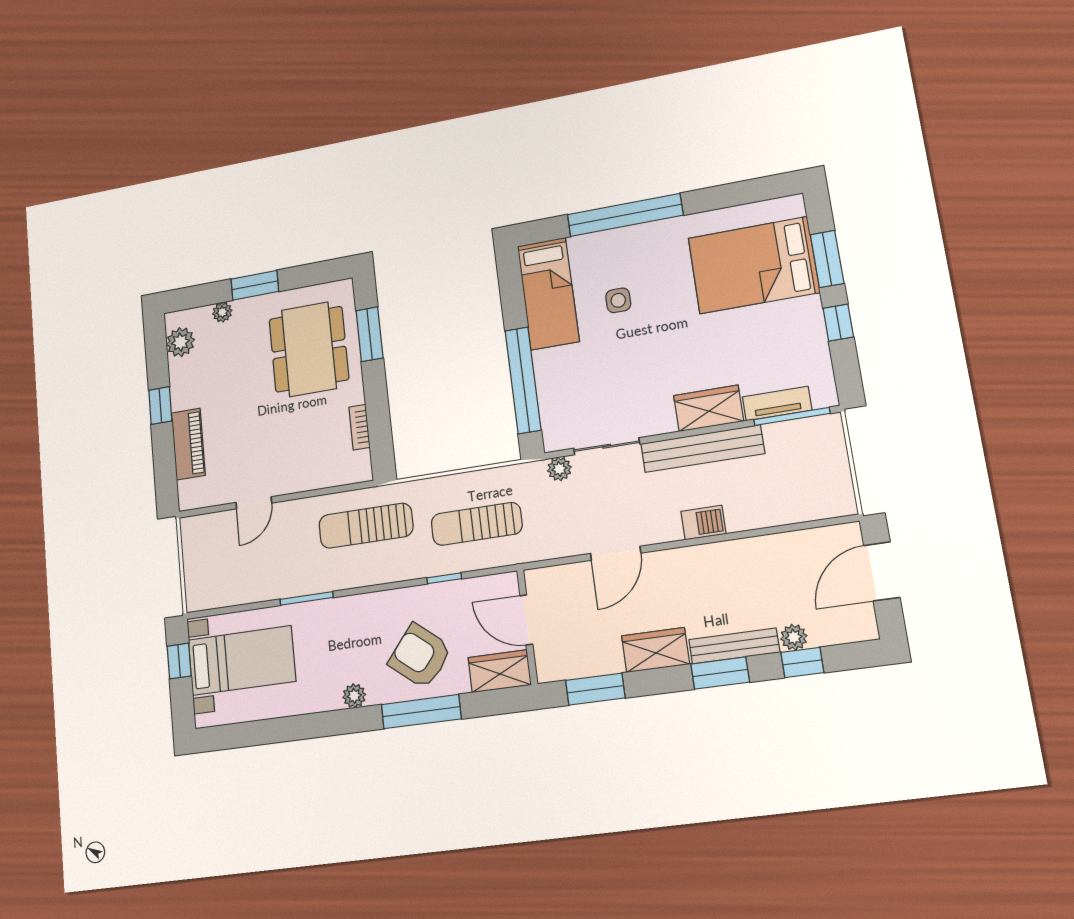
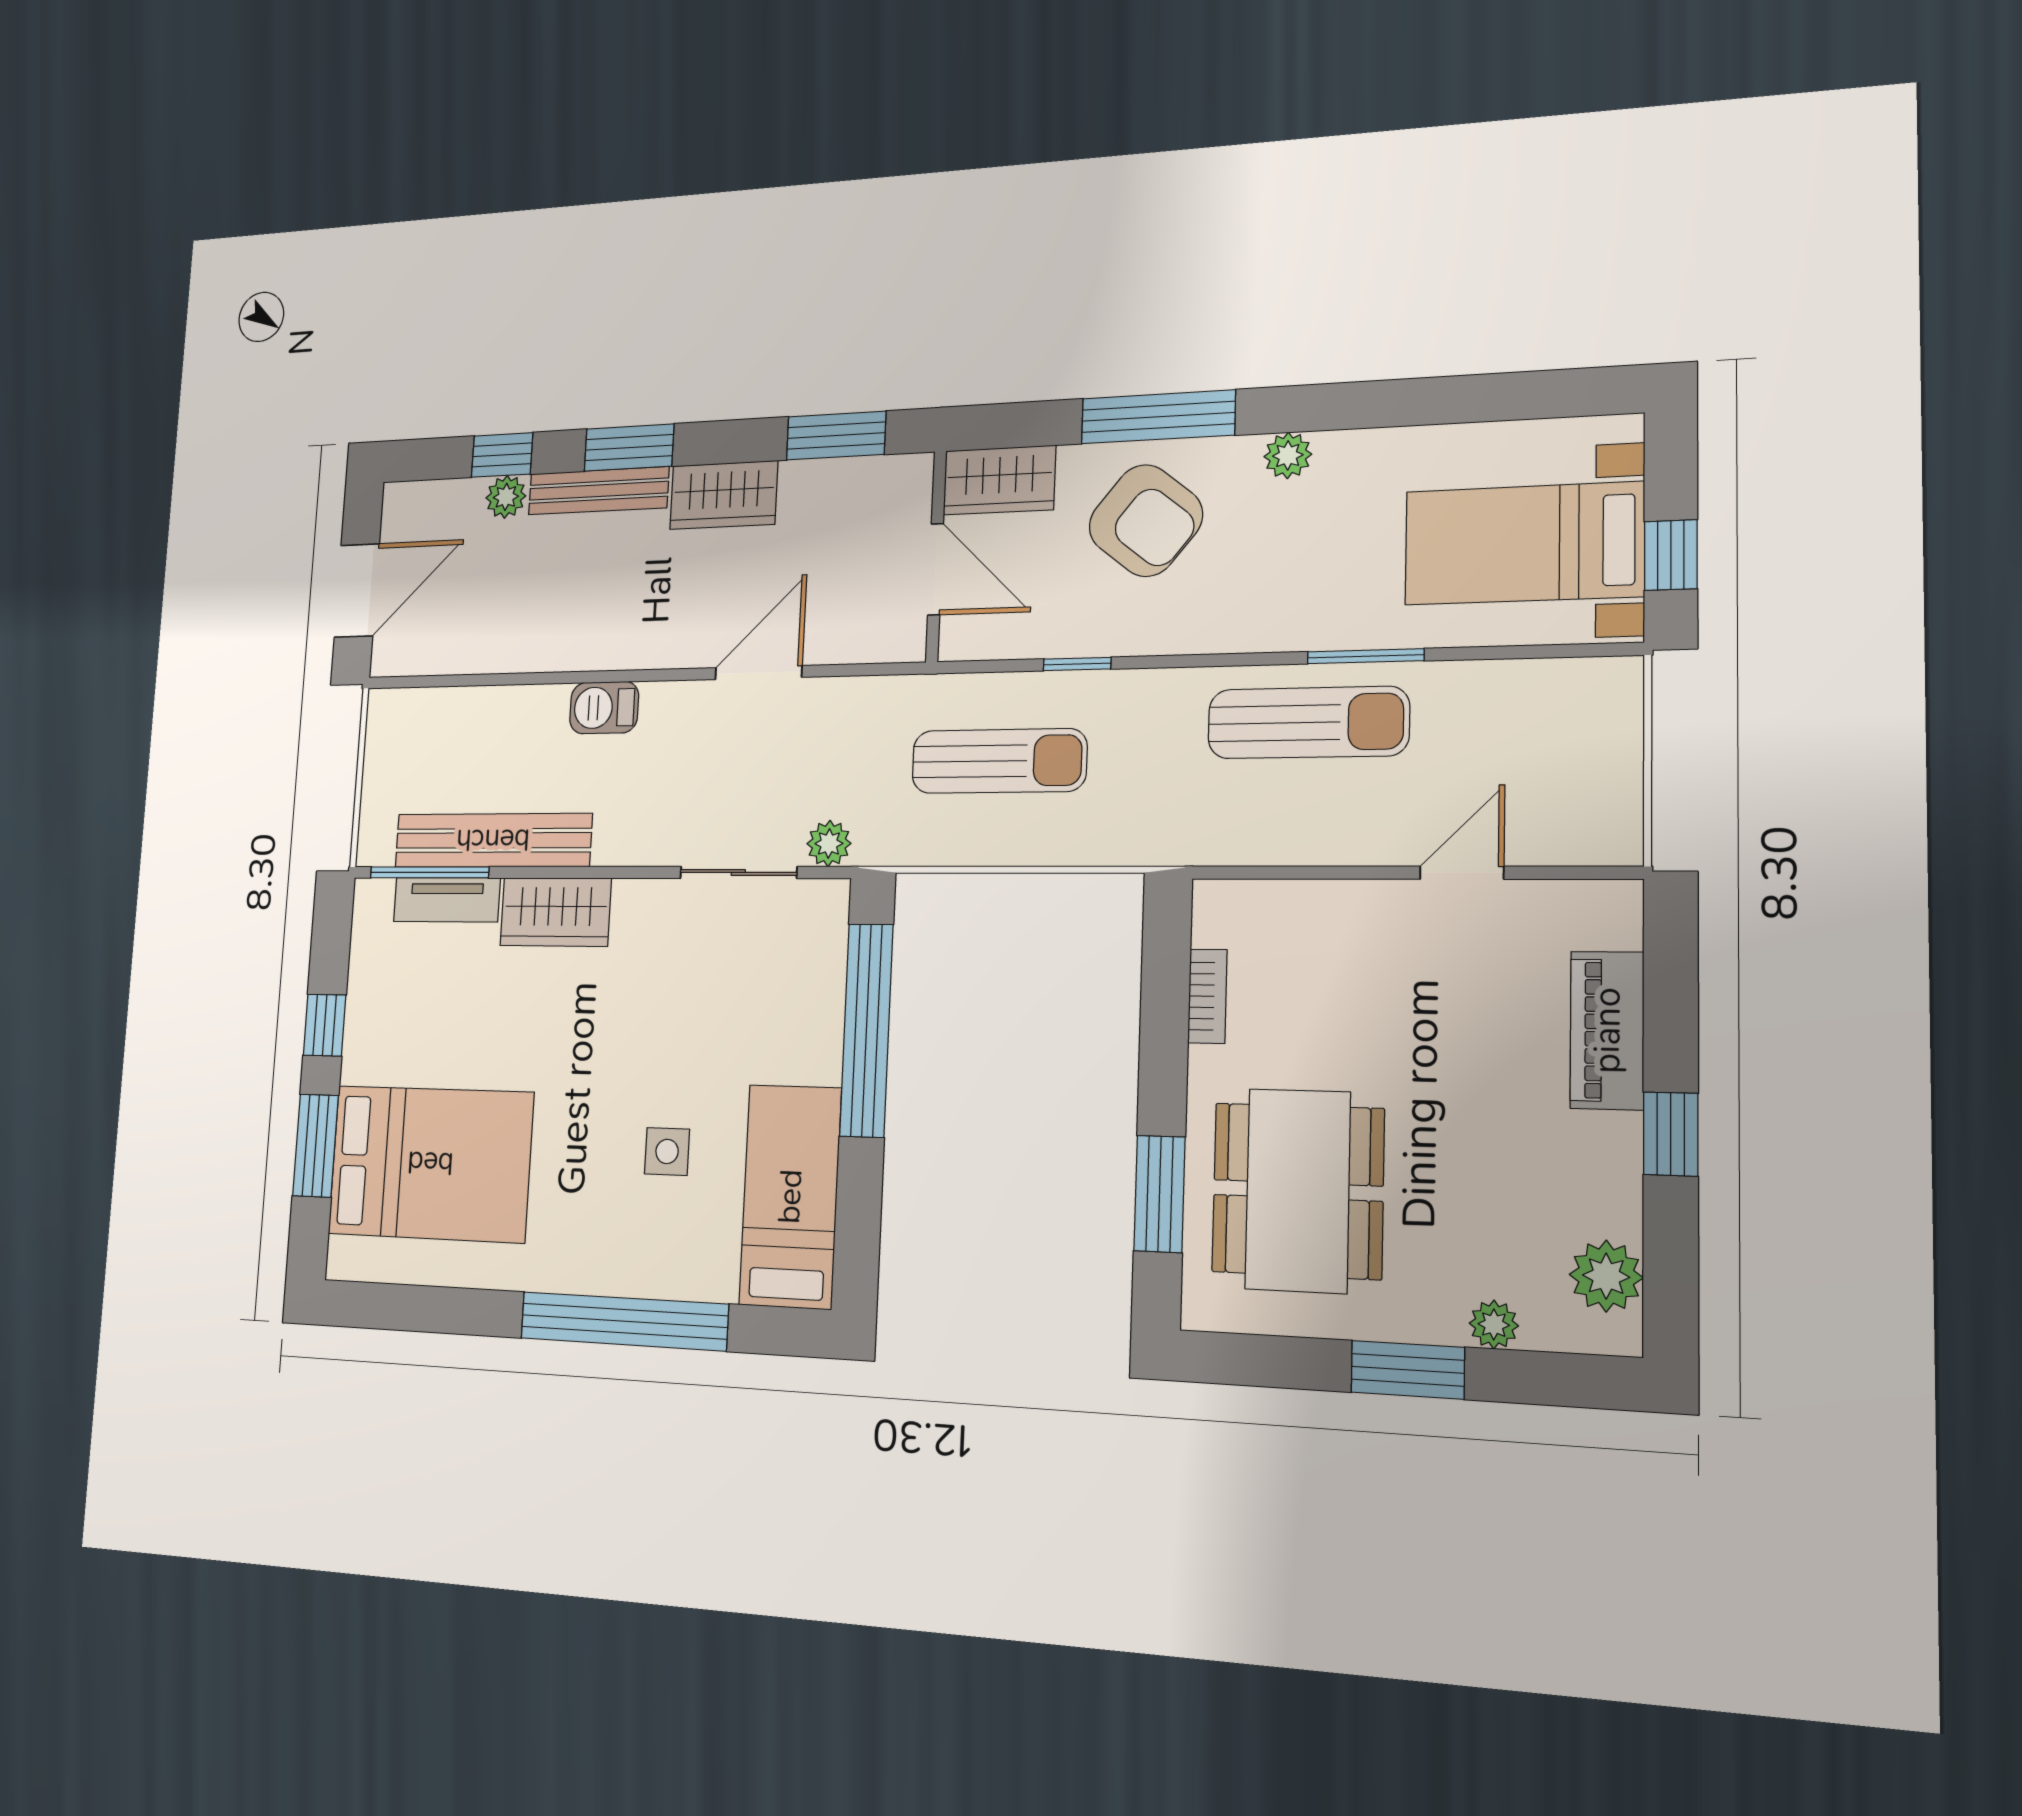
bench: (702, 449) -> (493, 840), moved
sun lounger: (366, 526) -> (1308, 723), moved

